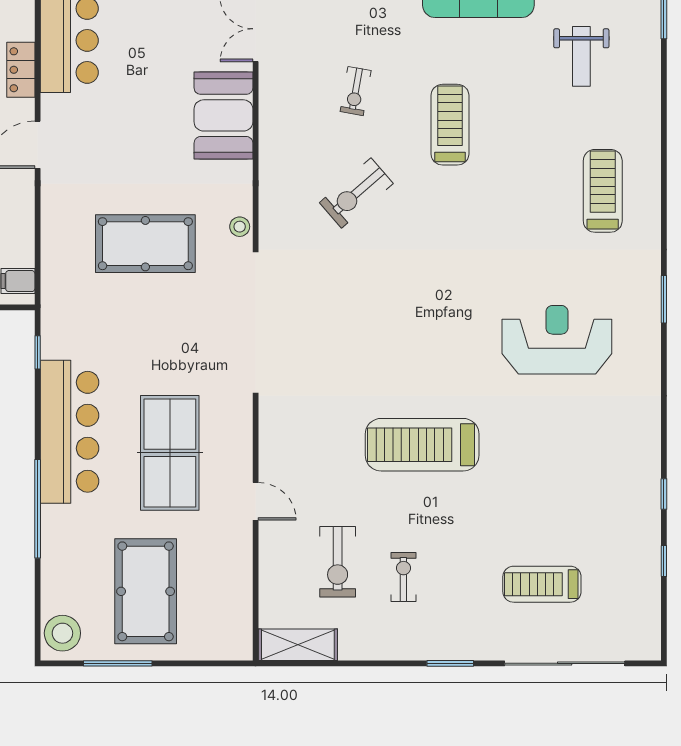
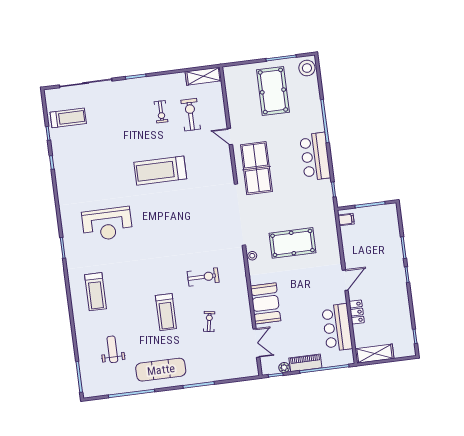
exercise bike: (356, 193) -> (203, 277), turned 41
bar counter: (69, 432) -> (315, 156), width x0.73
treadmill: (422, 445) -> (160, 171), turned 180
table tennis table: (170, 453) -> (256, 168), moved
treadmill: (542, 584) -> (68, 118), moved

